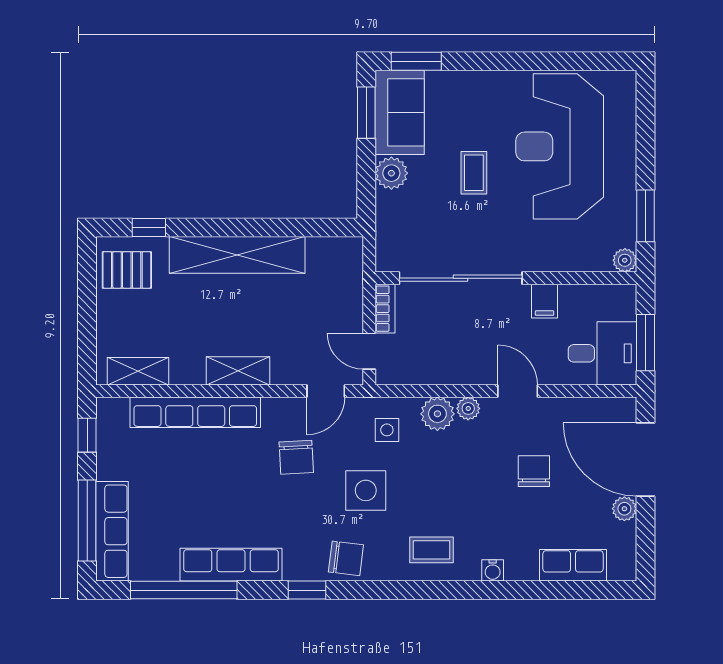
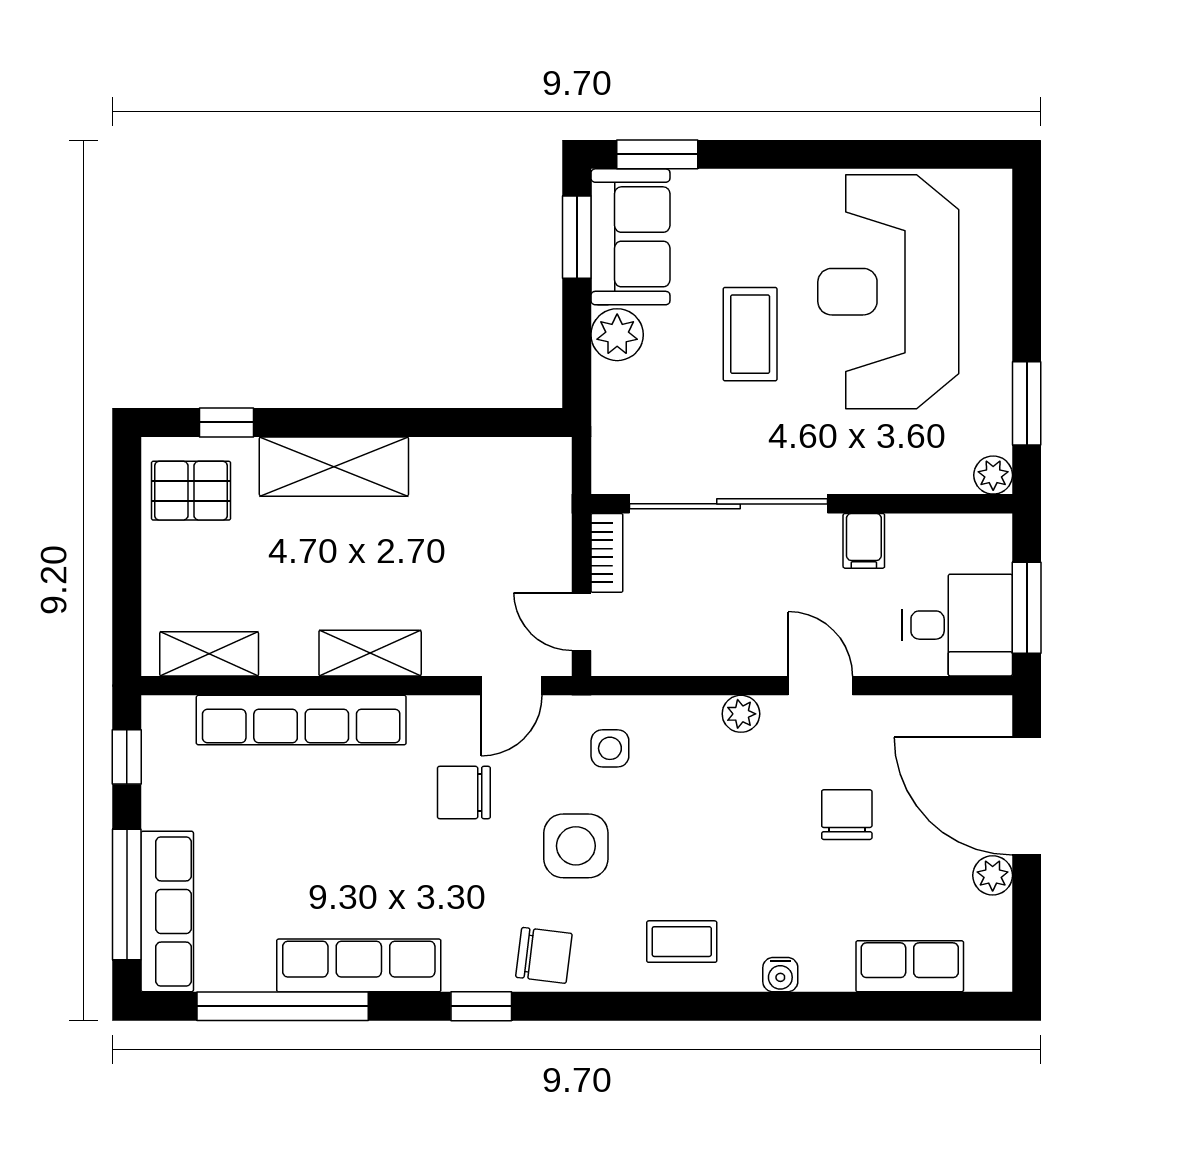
coffee table: (474, 173) -> (750, 334), width x1.36, depth x1.30
shelving: (237, 255) -> (334, 467), width x0.68
plant: (437, 414) -> (691, 722), removed
chair: (296, 457) -> (464, 792), turned 93

